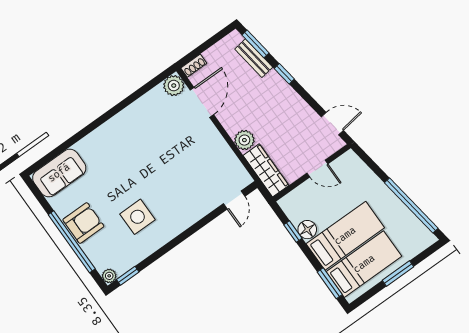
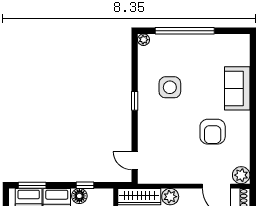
sofa: (59, 173) -> (237, 88), moved
armchair: (83, 223) -> (213, 132), moved
window: (128, 276) -> (135, 101), moved

